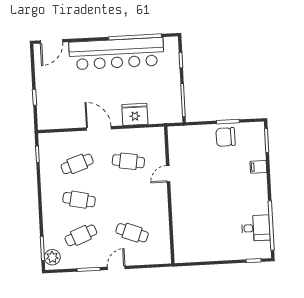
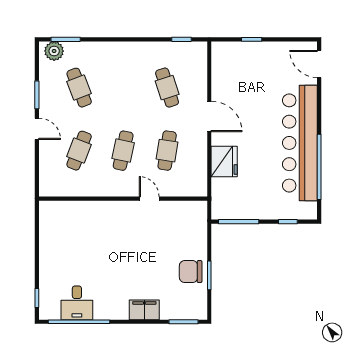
door: (99, 128) -> (209, 116), hinge flipped
chair: (226, 137) -> (191, 272), turned -89
filing cabinet: (258, 167) -> (144, 310), width x2.00
cafe table: (79, 200) -> (123, 151), moved

